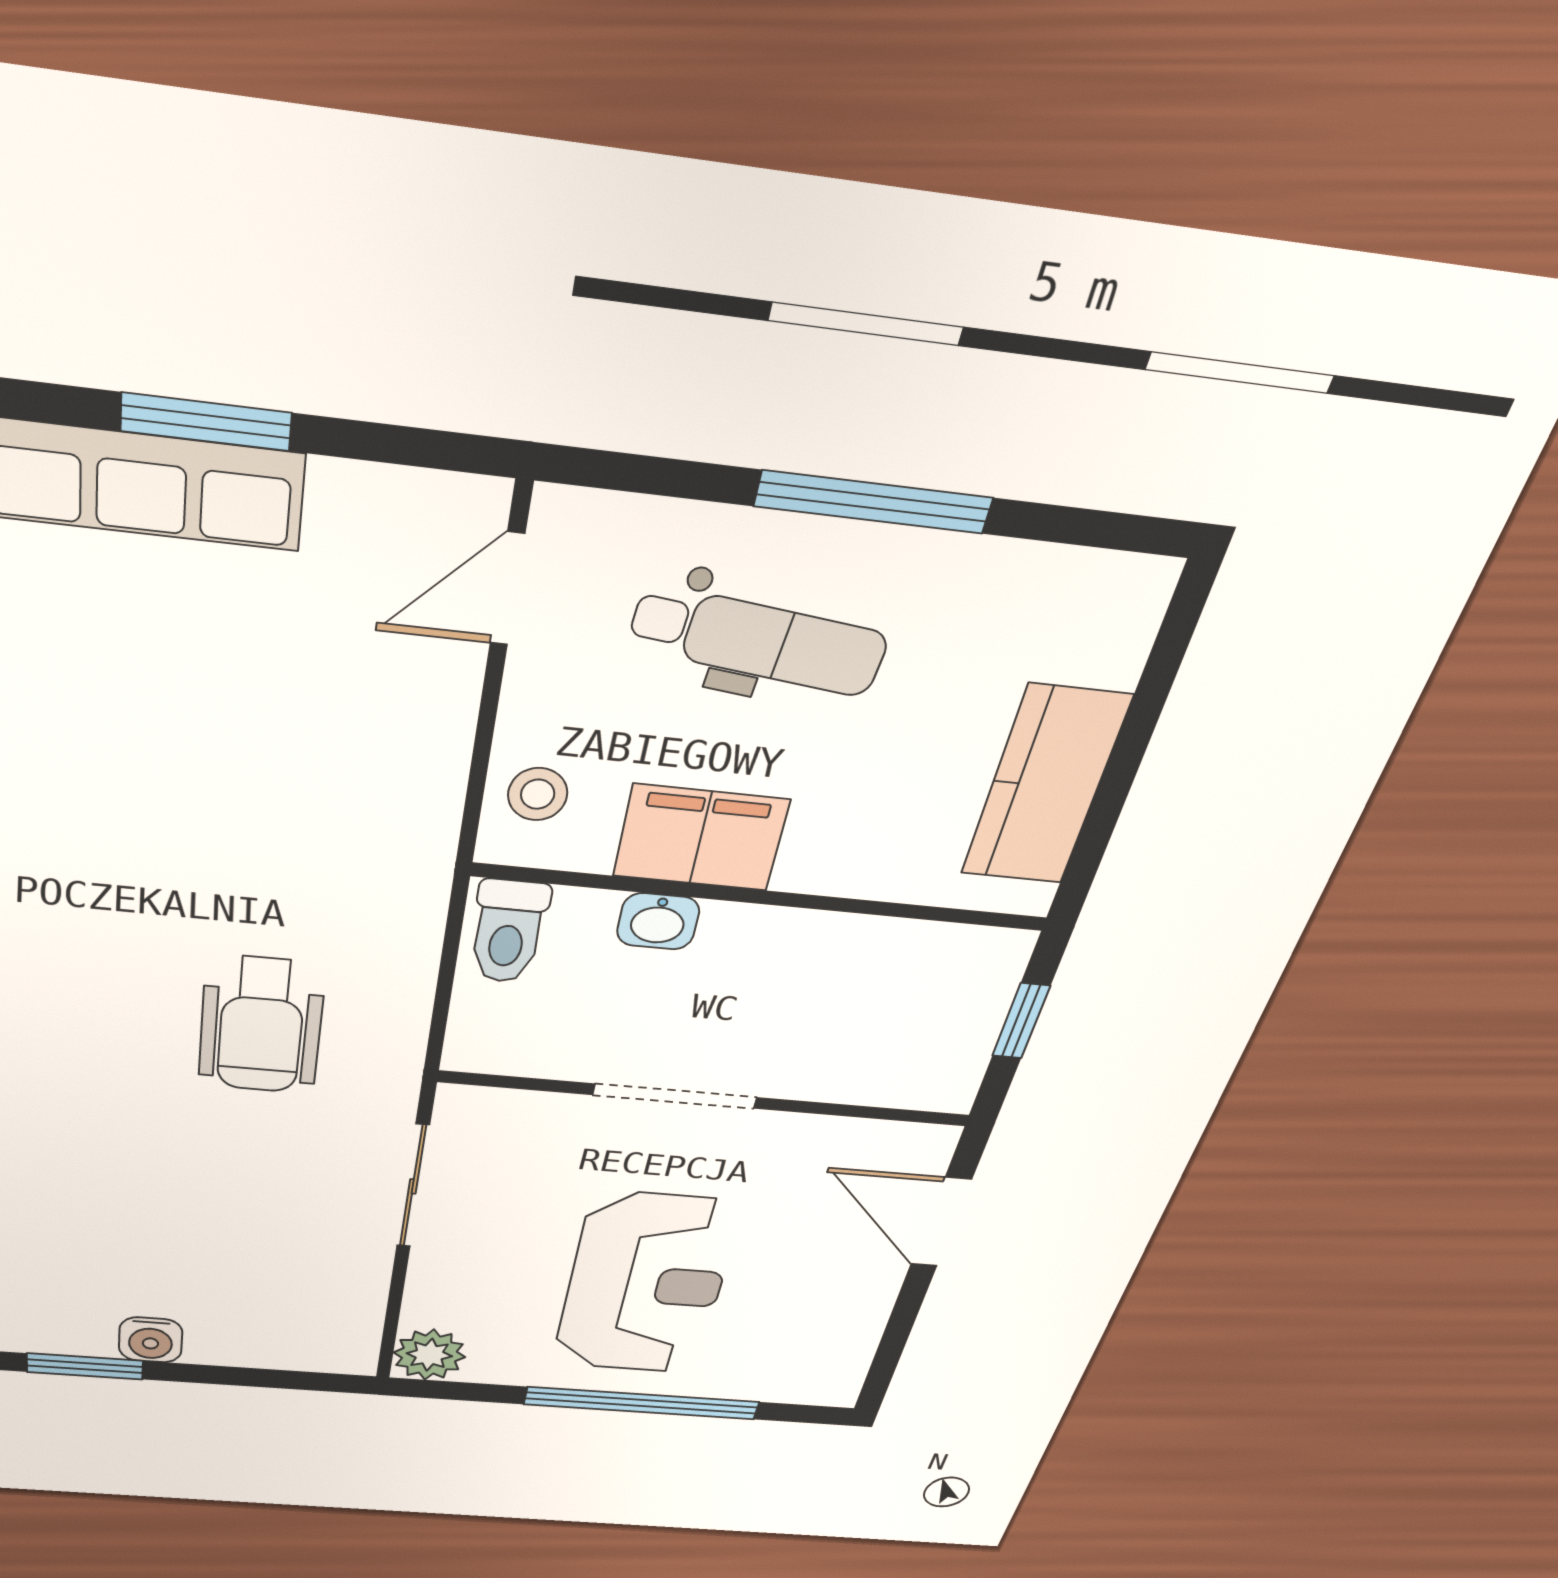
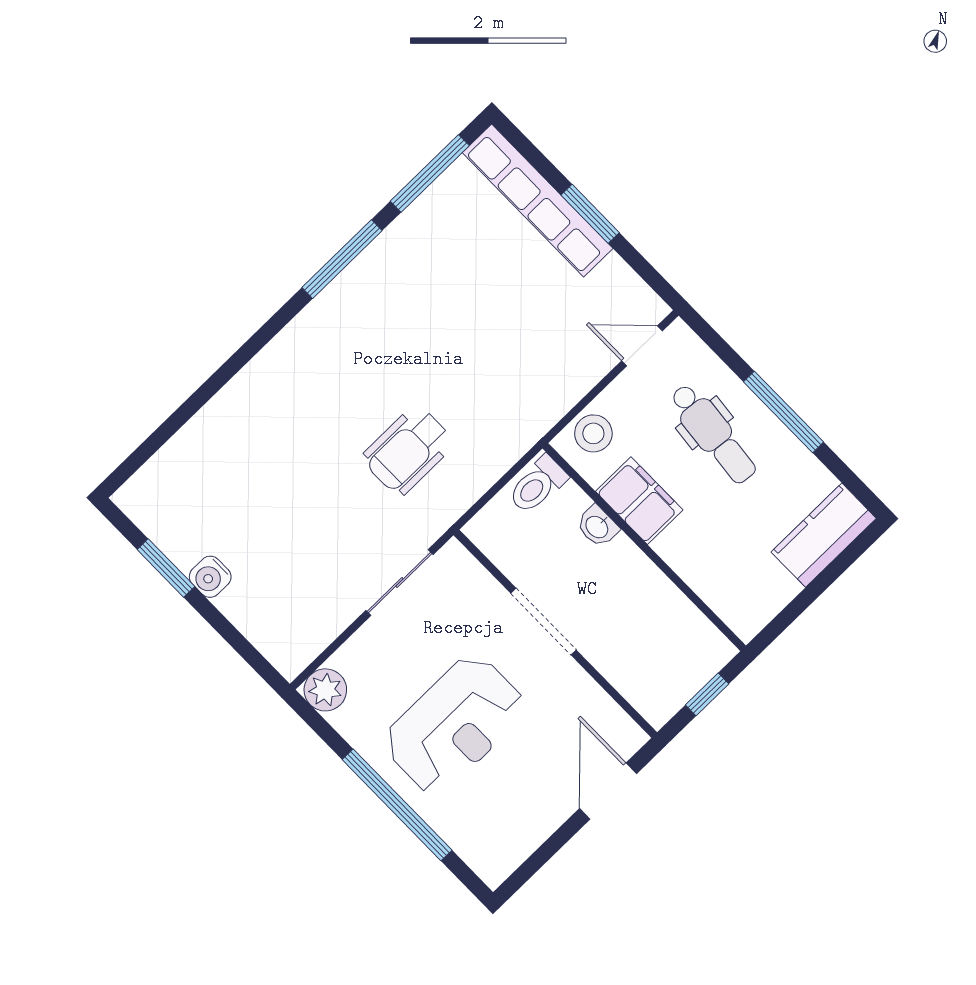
kitchen counter: (1045, 786) -> (824, 535), moved
stool: (538, 794) -> (593, 433), width x1.37, depth x1.37

